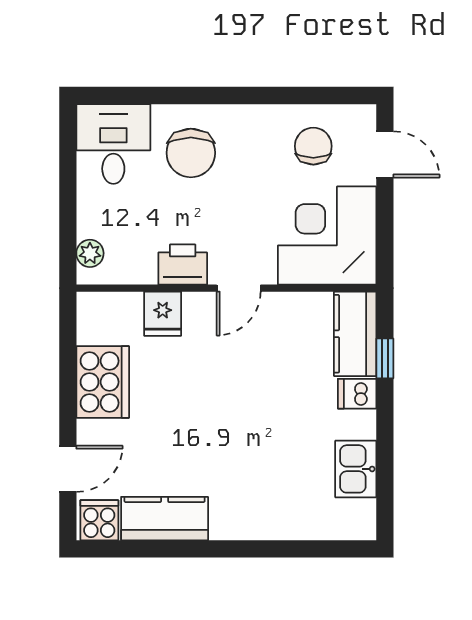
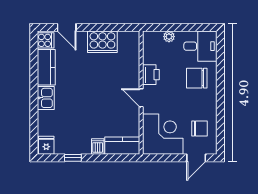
plant: (90, 253) -> (169, 37), moved
fridge: (163, 314) -> (46, 145), moved, turned 90
window: (385, 358) -> (73, 158), moved
kitchen sink: (356, 469) -> (46, 98), moved, turned 90

